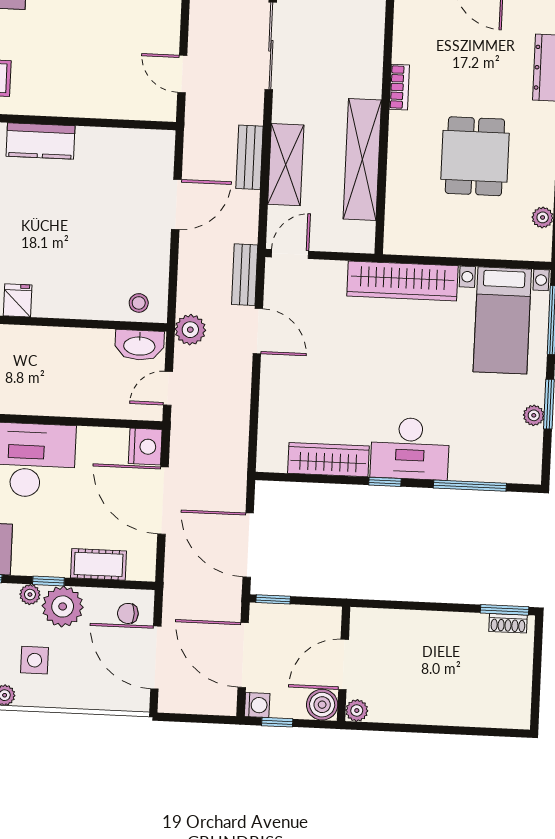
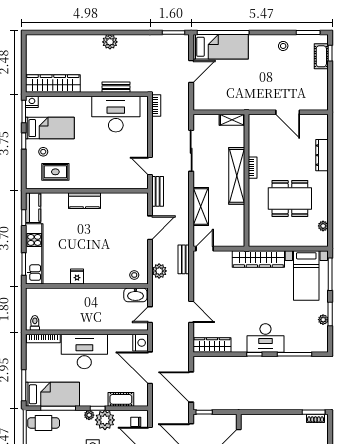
dining table: (475, 156) -> (290, 199), width x1.38
bench: (249, 157) -> (158, 191), moved
shelving: (362, 159) -> (237, 176), moved
plant: (190, 330) -> (159, 271), moved
door: (258, 331) -> (191, 312), moved
wardrobe: (328, 460) -> (212, 345), moved

